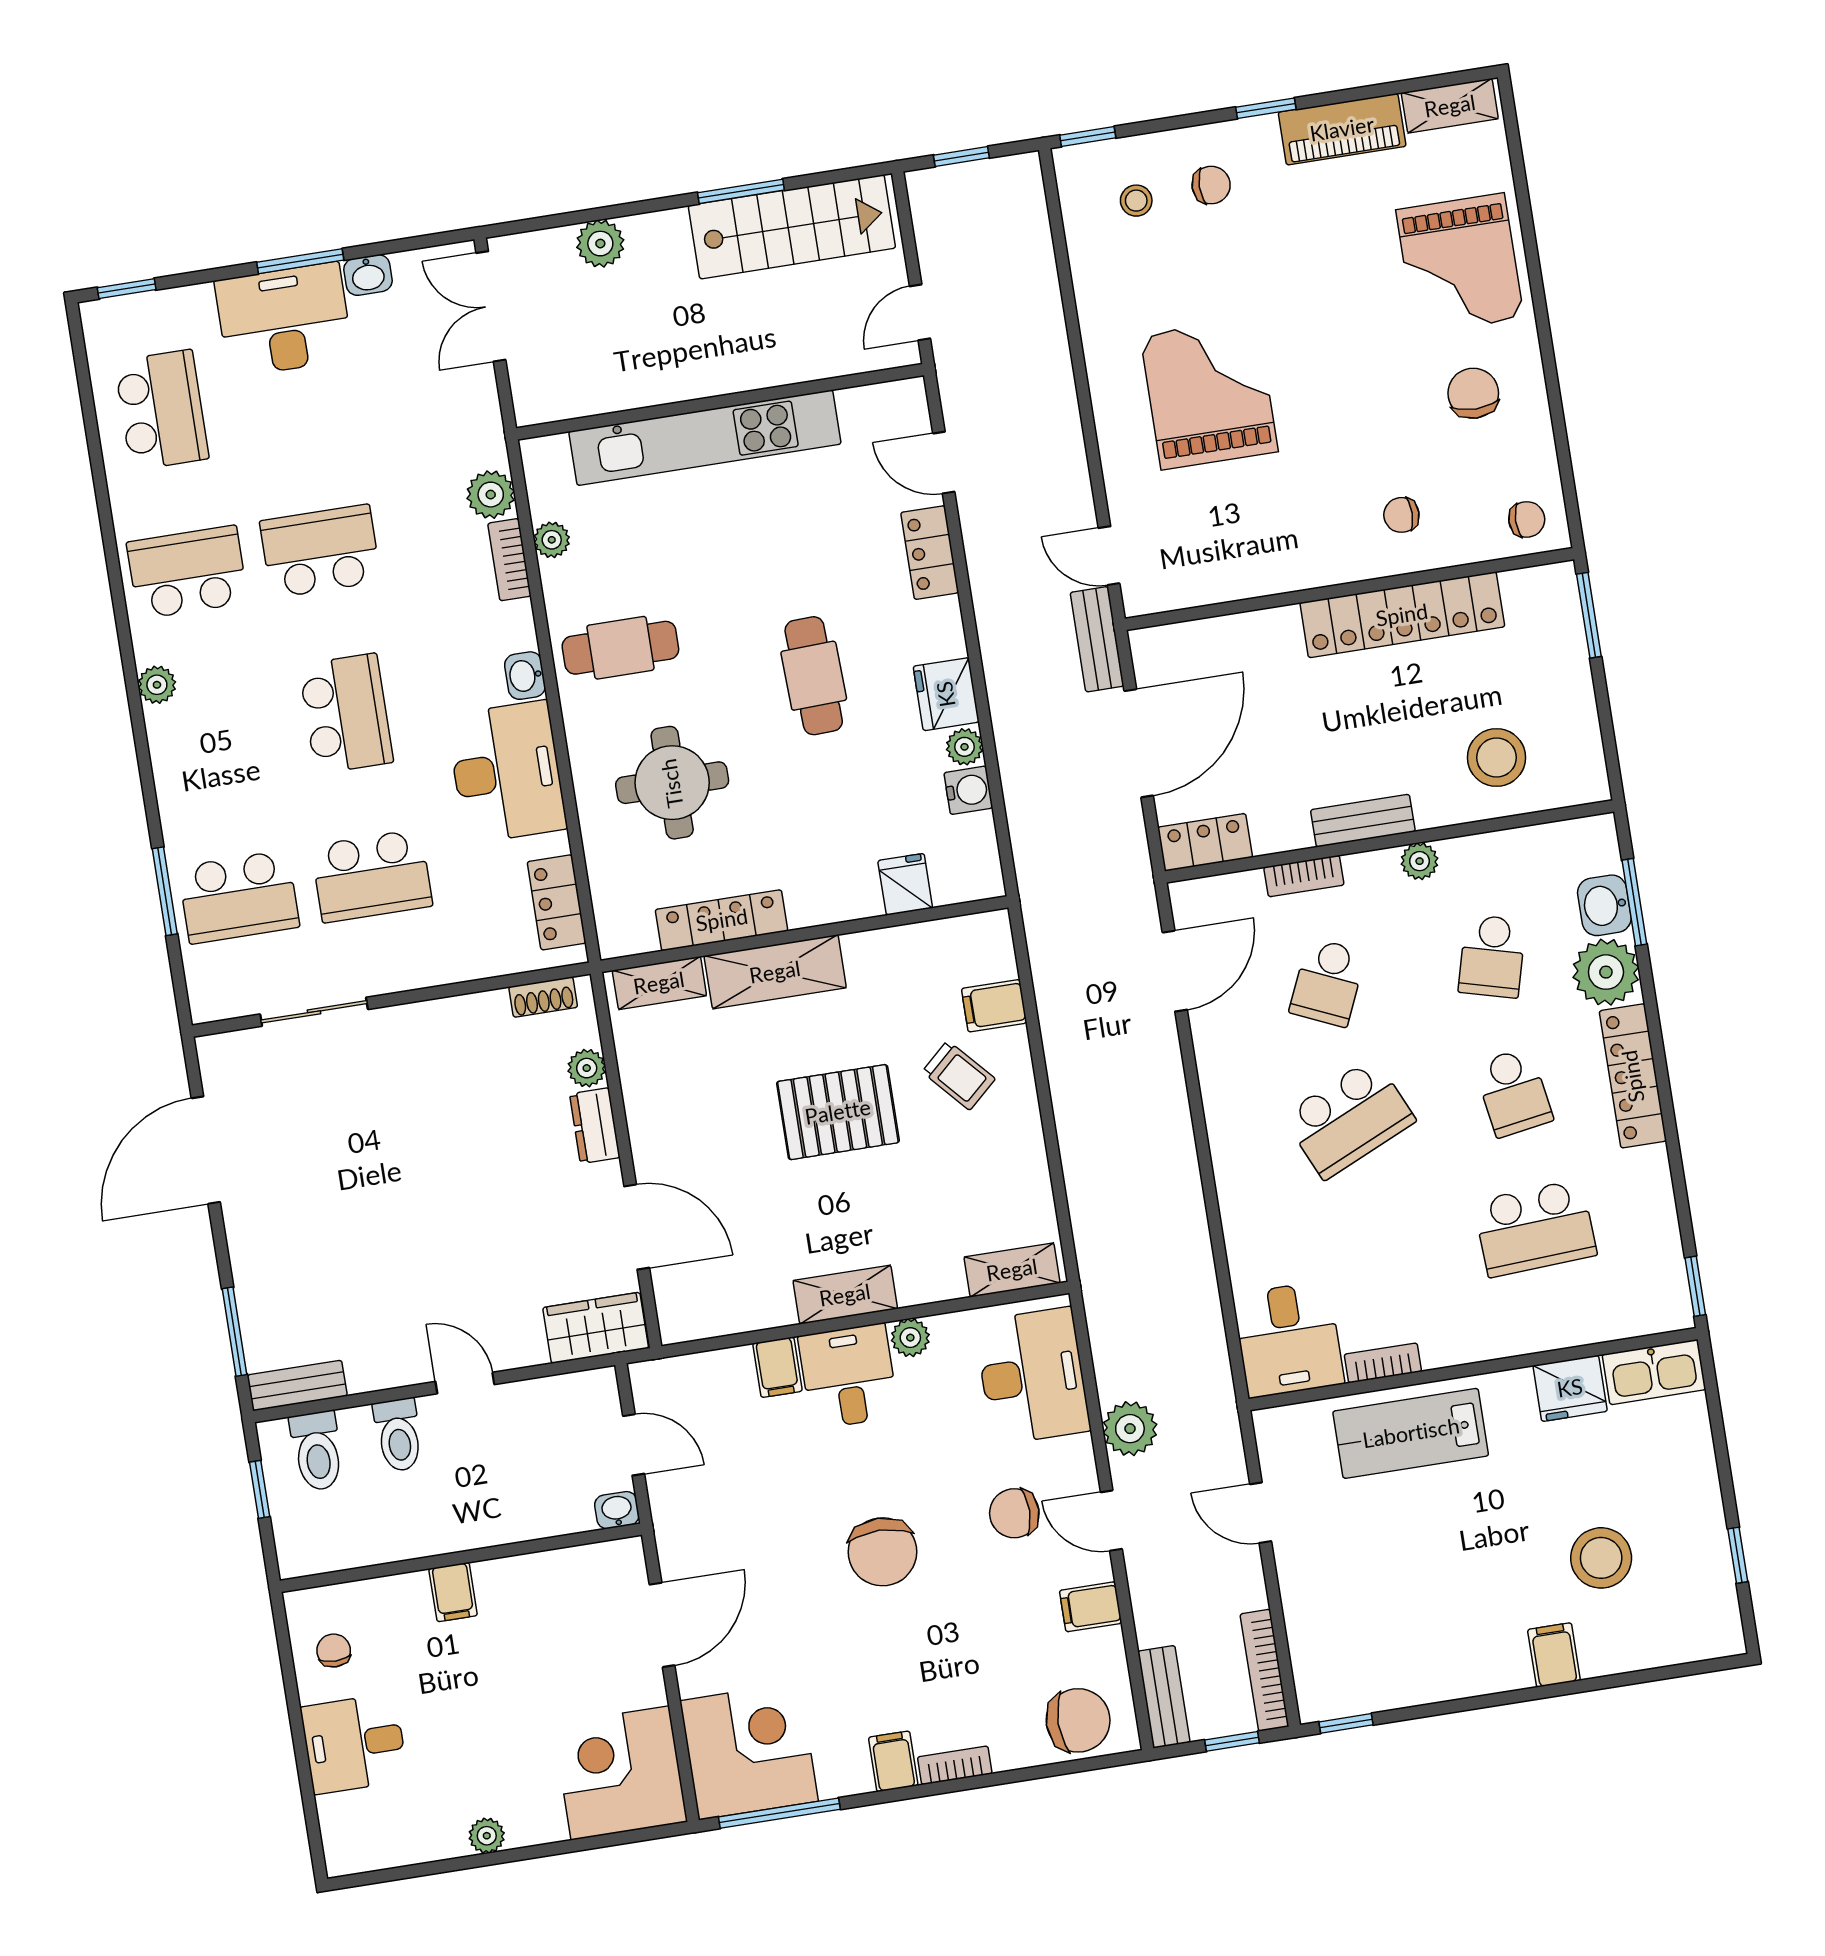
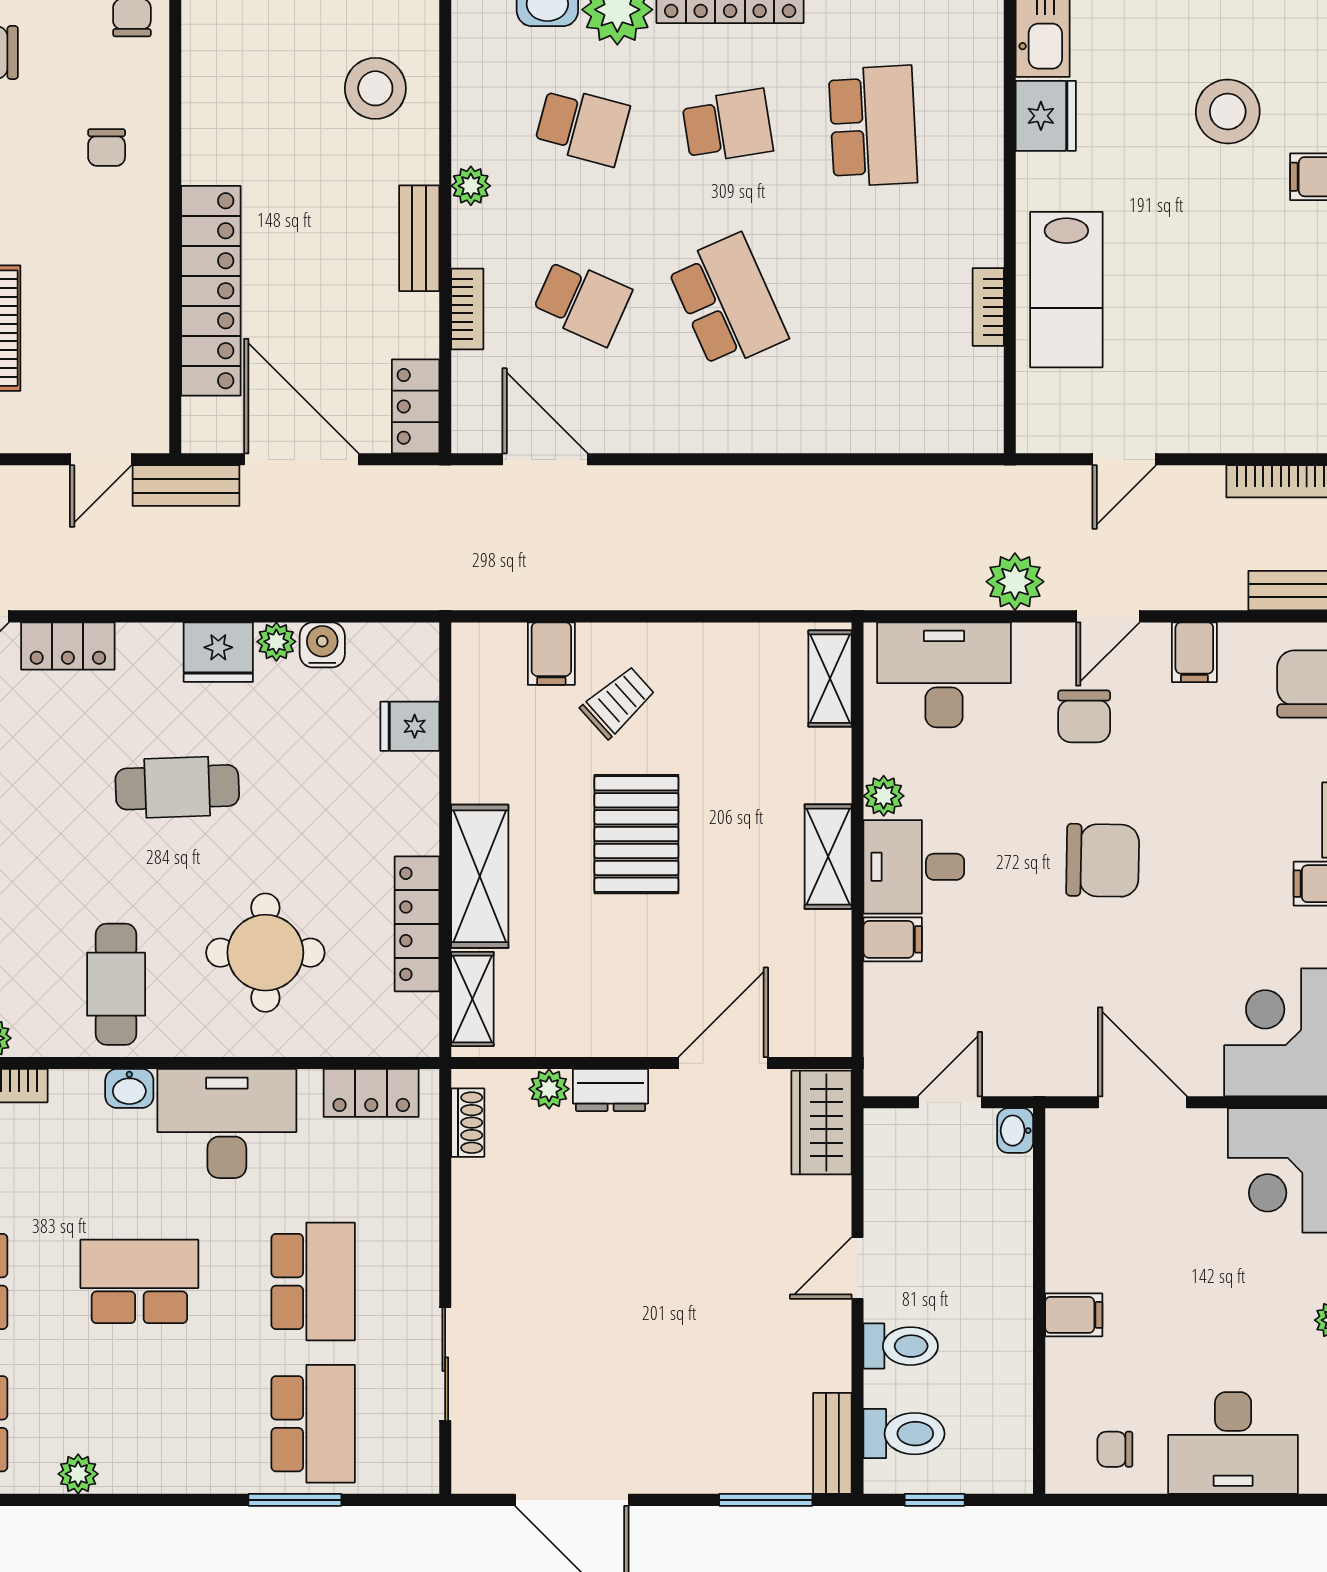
locker: (1402, 615) -> (211, 291), moved
desk: (1288, 1339) -> (948, 402), removed
desk: (354, 1744) -> (1233, 1443), width x1.37

